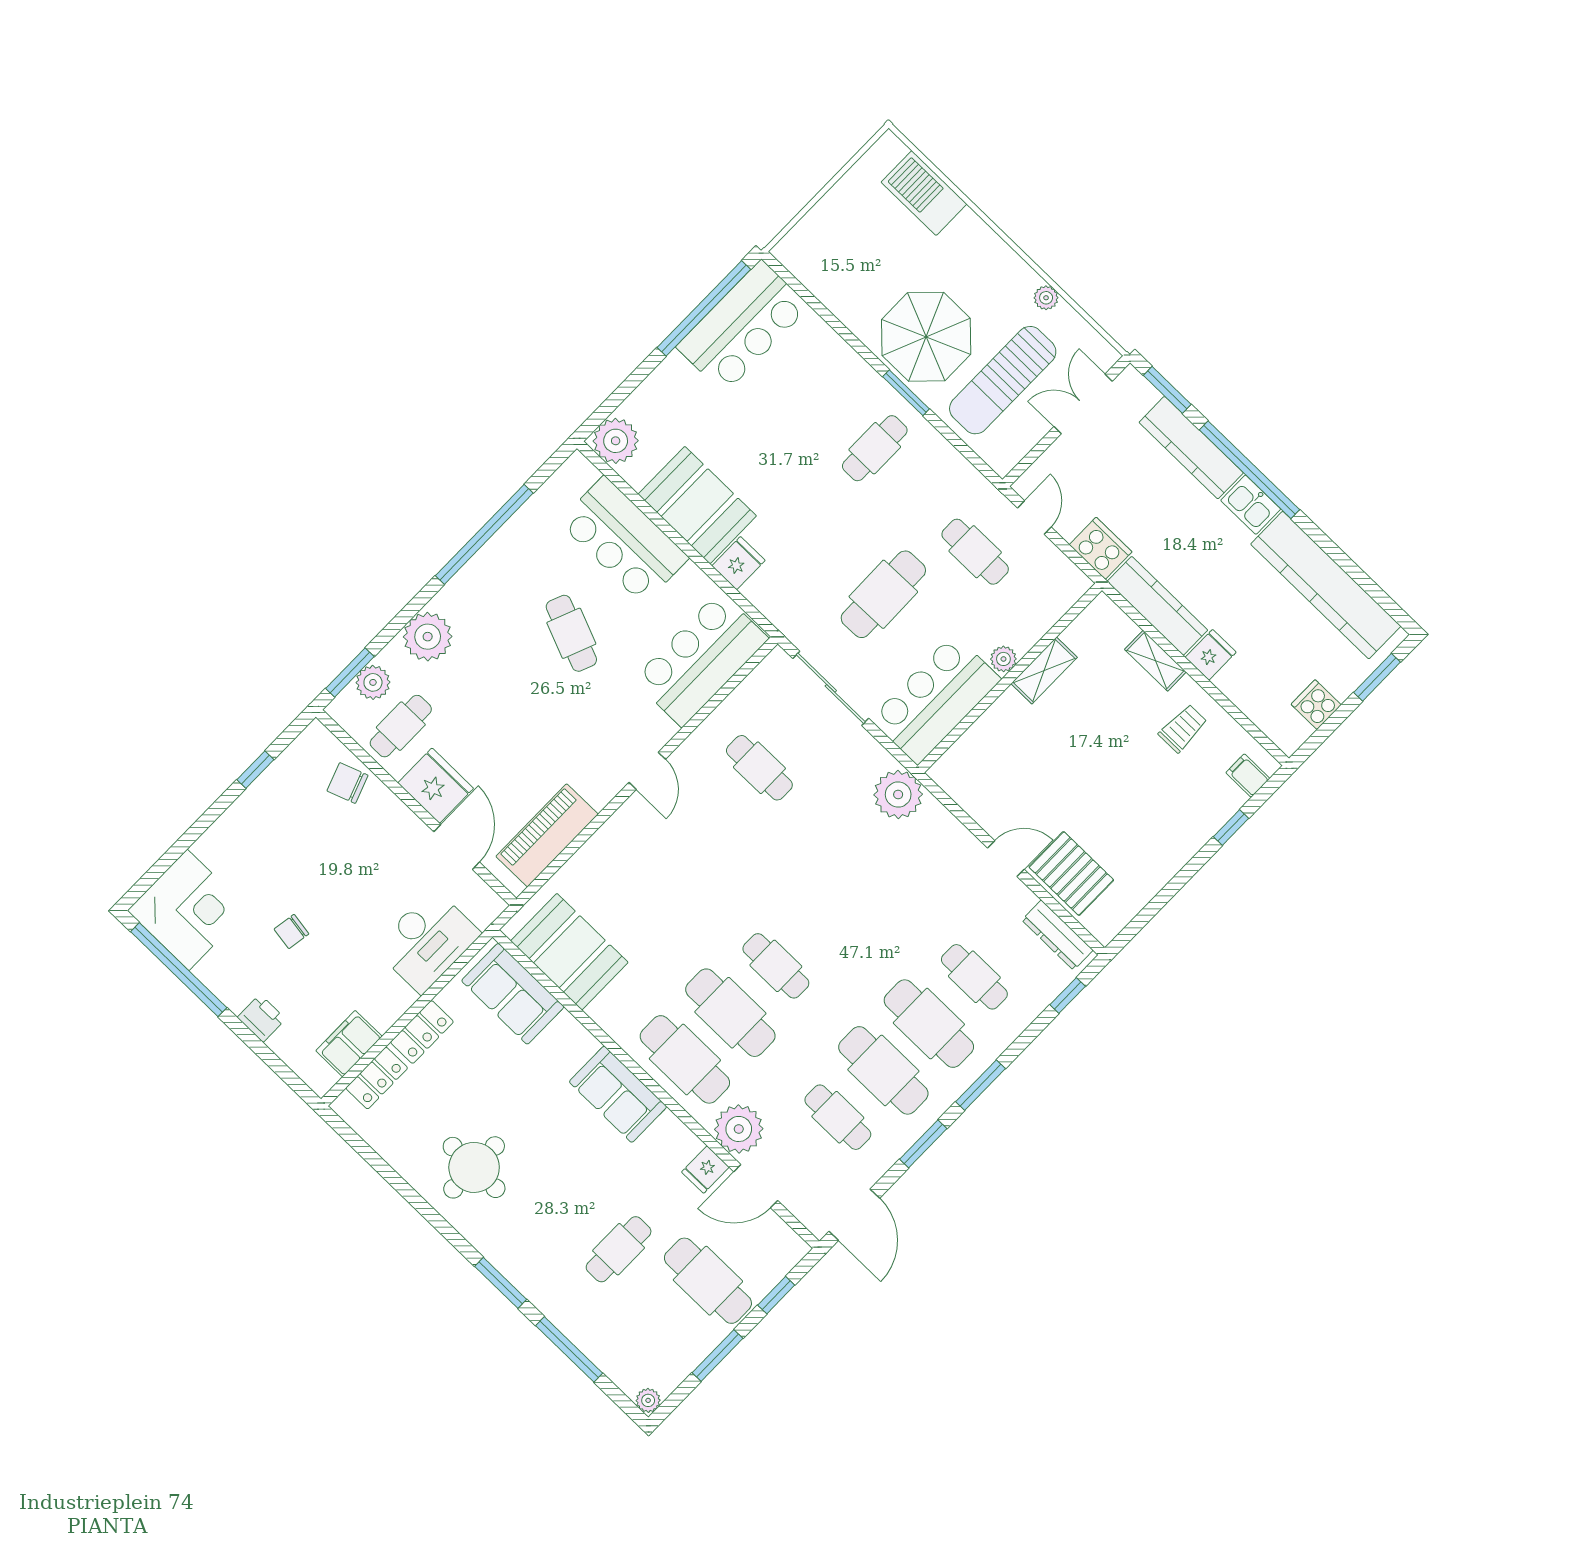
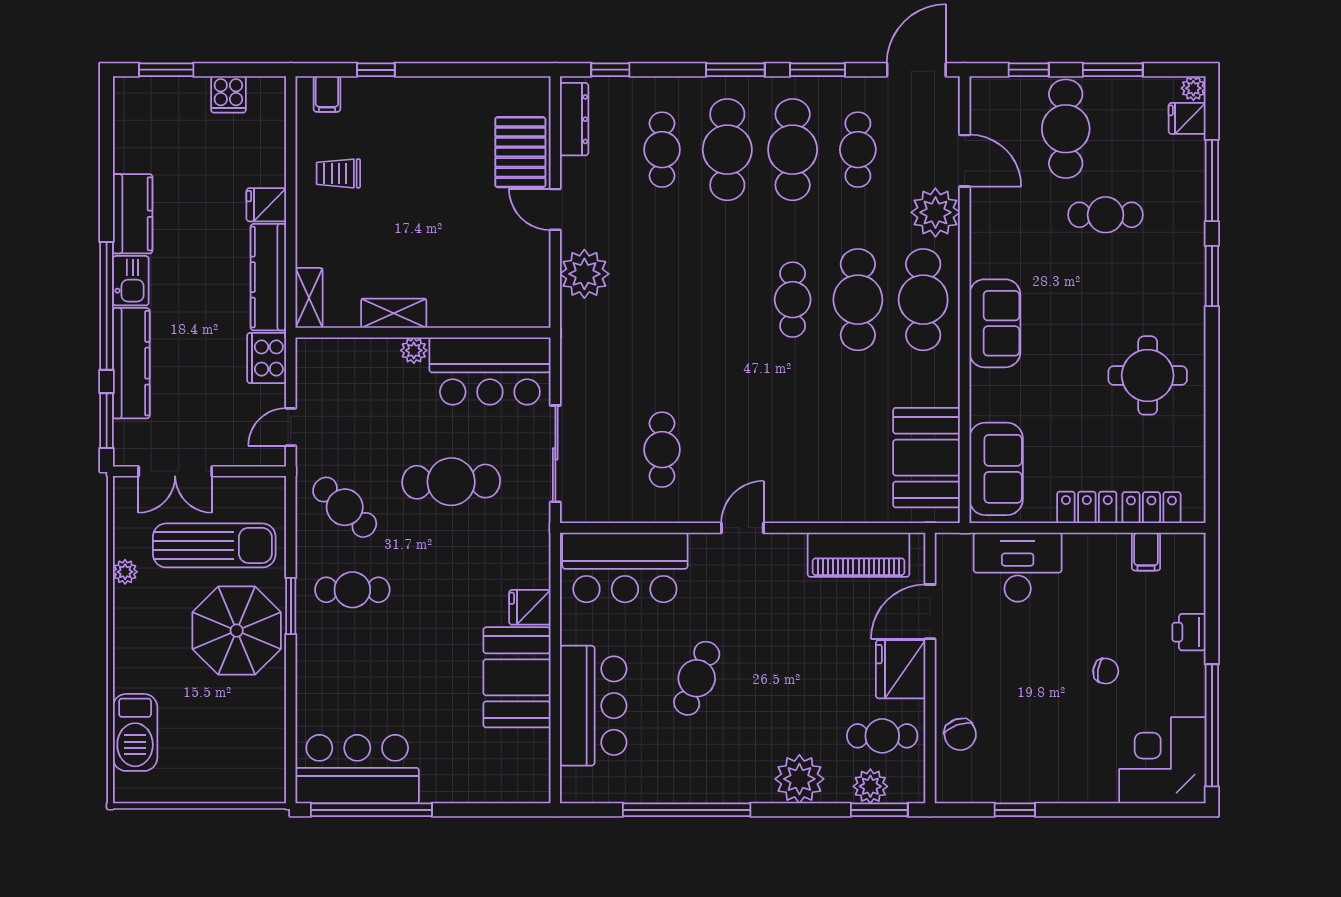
plant: (616, 441) -> (528, 781), removed
cafe table: (975, 552) -> (345, 507), moved, turned -48
kitchen counter: (1326, 585) -> (133, 214), width x0.48, depth x0.86
shelving: (1155, 661) -> (309, 298), moved
plant: (898, 795) -> (584, 274), moved
filing cabinet: (349, 1044) -> (1146, 552), width x0.50
fridge: (705, 1170) -> (1187, 118), moved, turned 180

